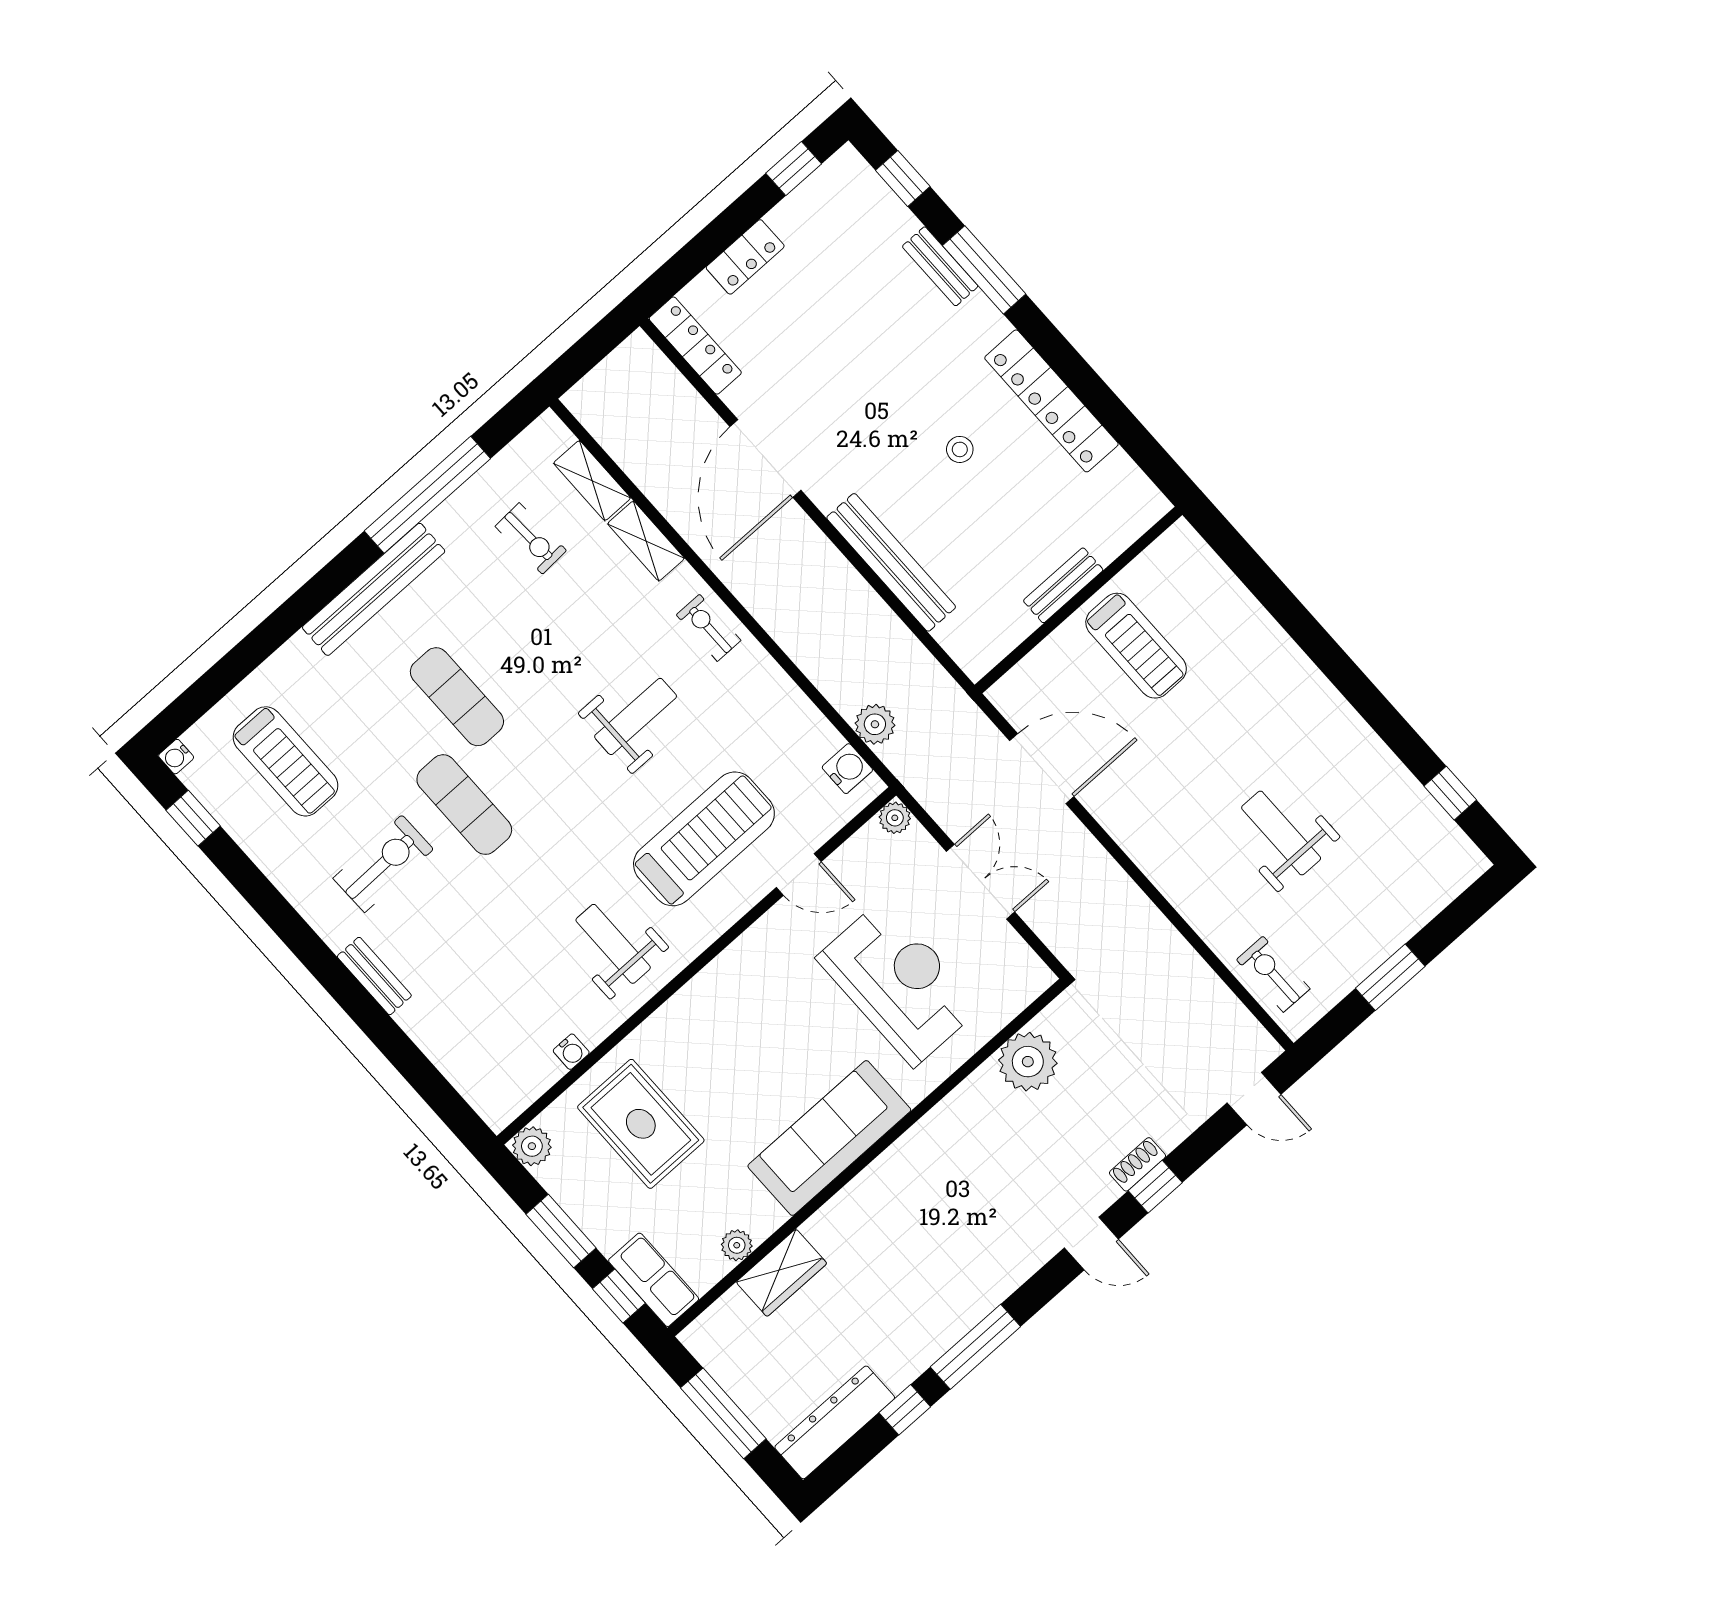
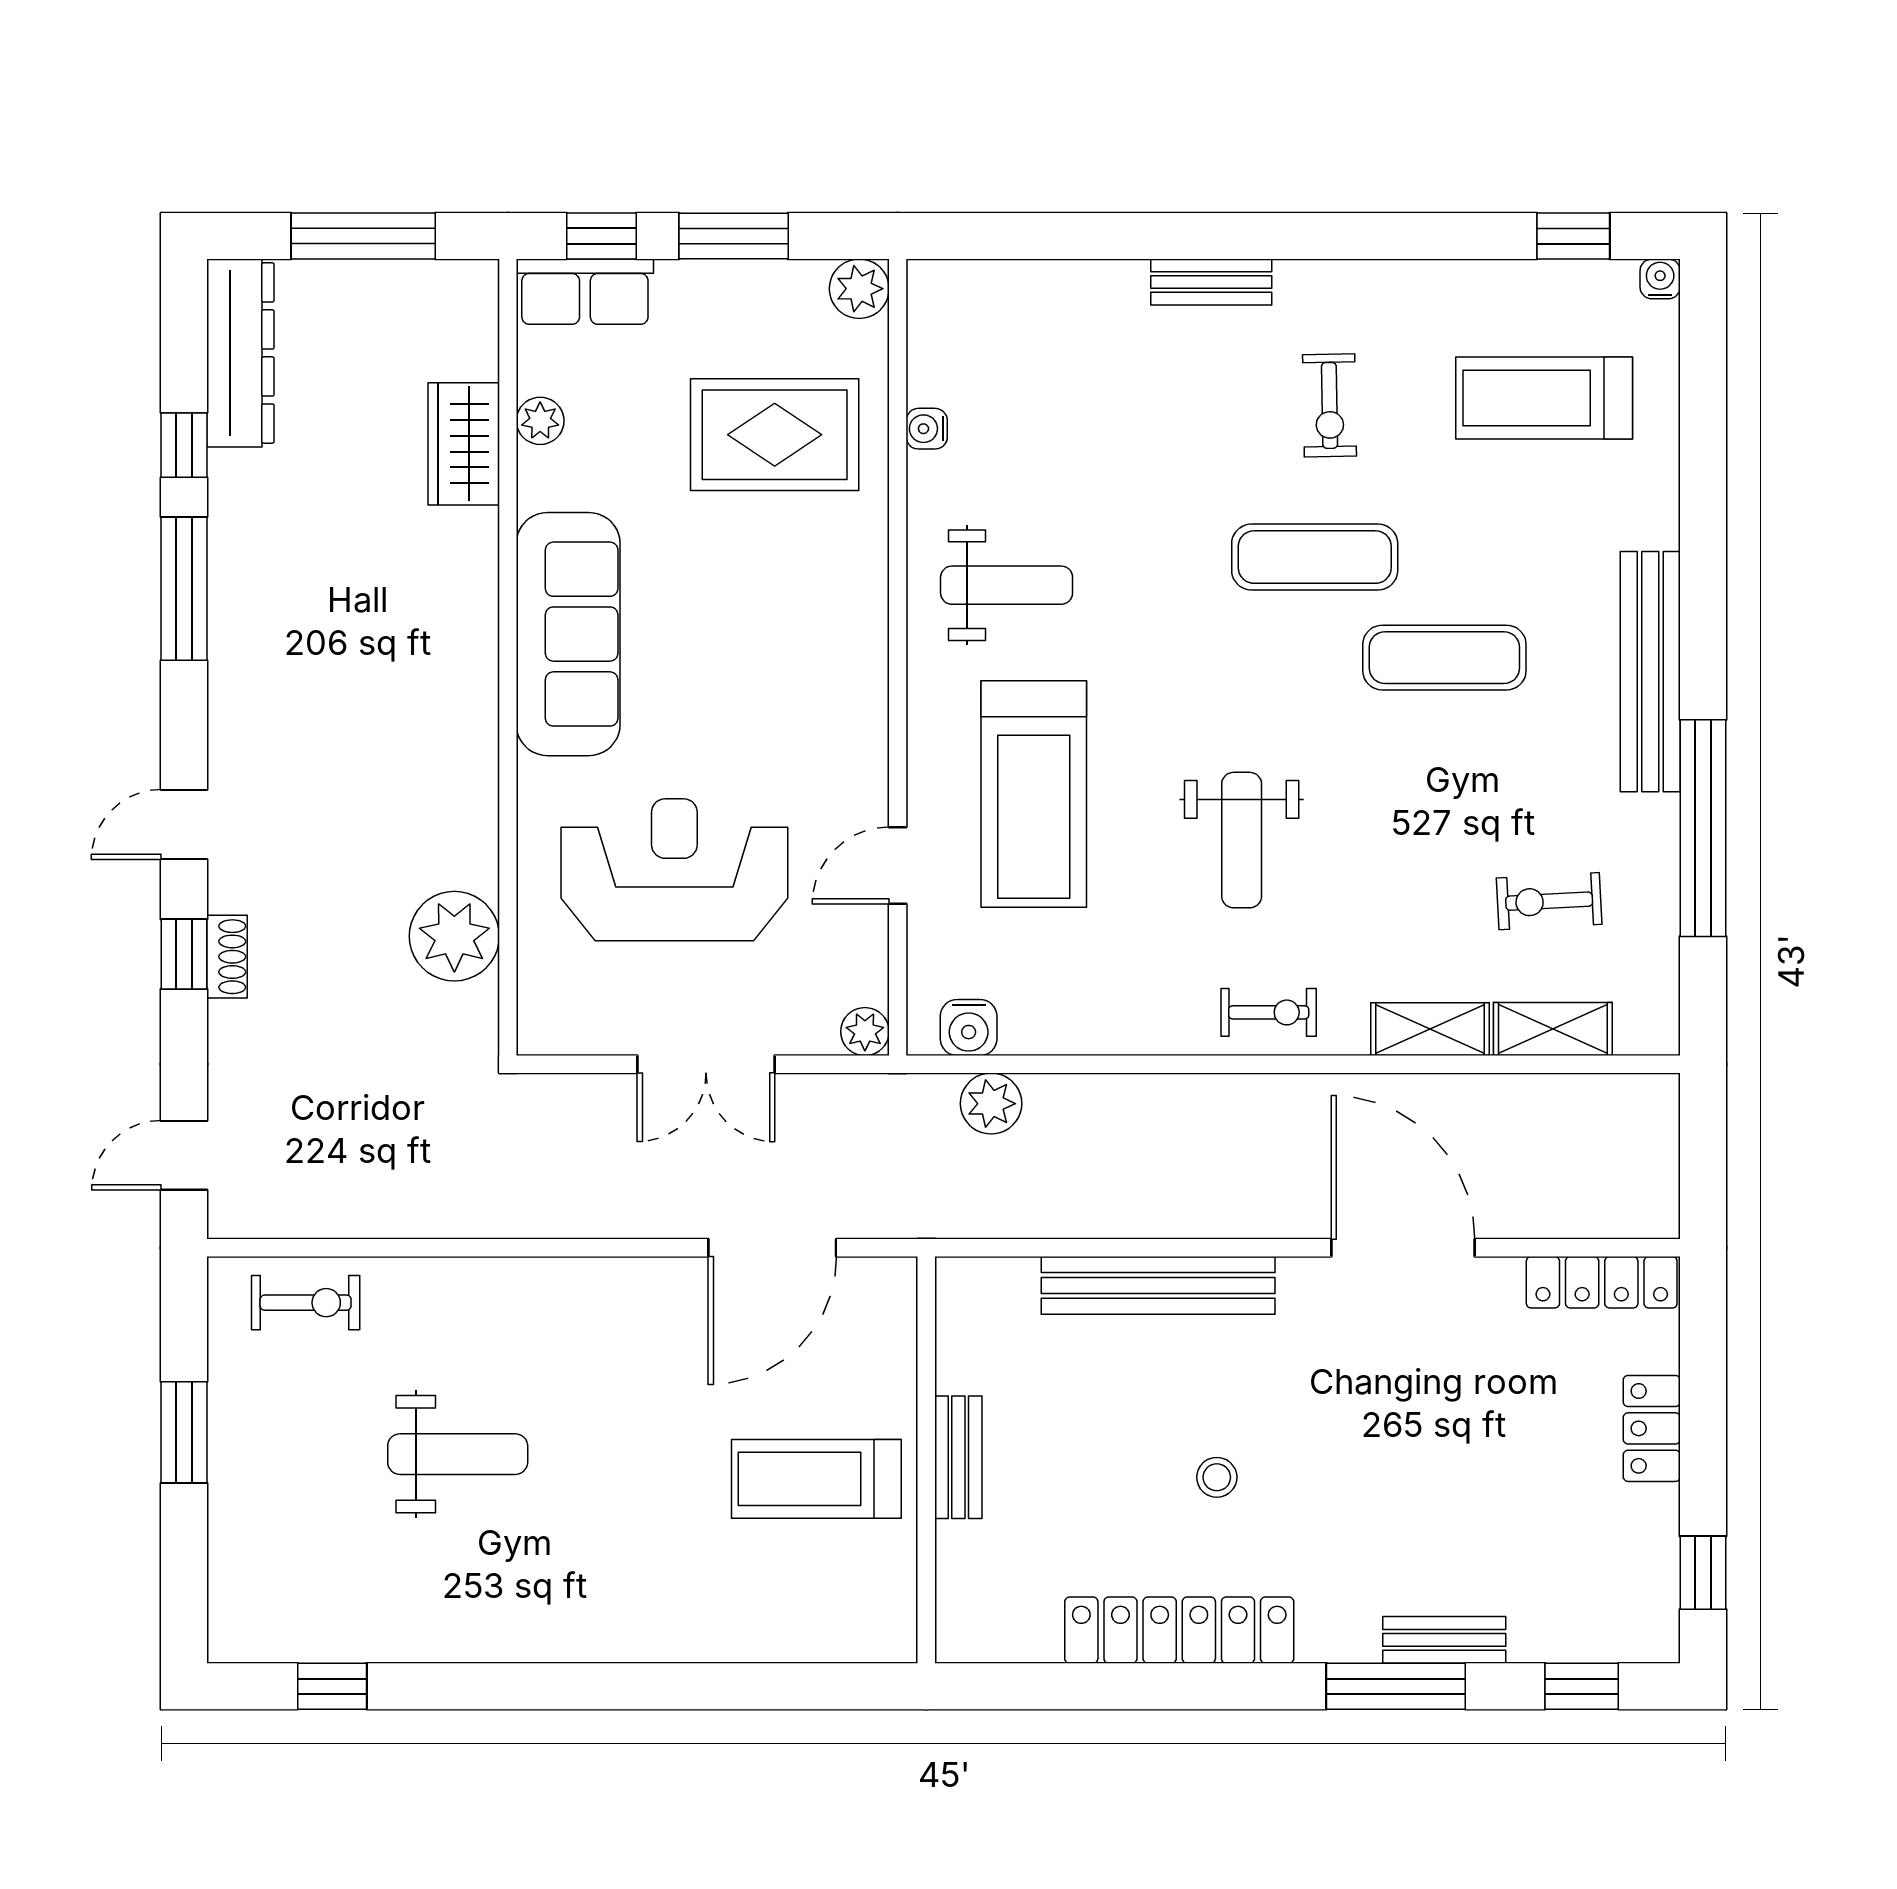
exercise bike: (383, 864) -> (1330, 405), width x0.73, depth x0.72
reception desk: (899, 982) -> (674, 870), turned 180

